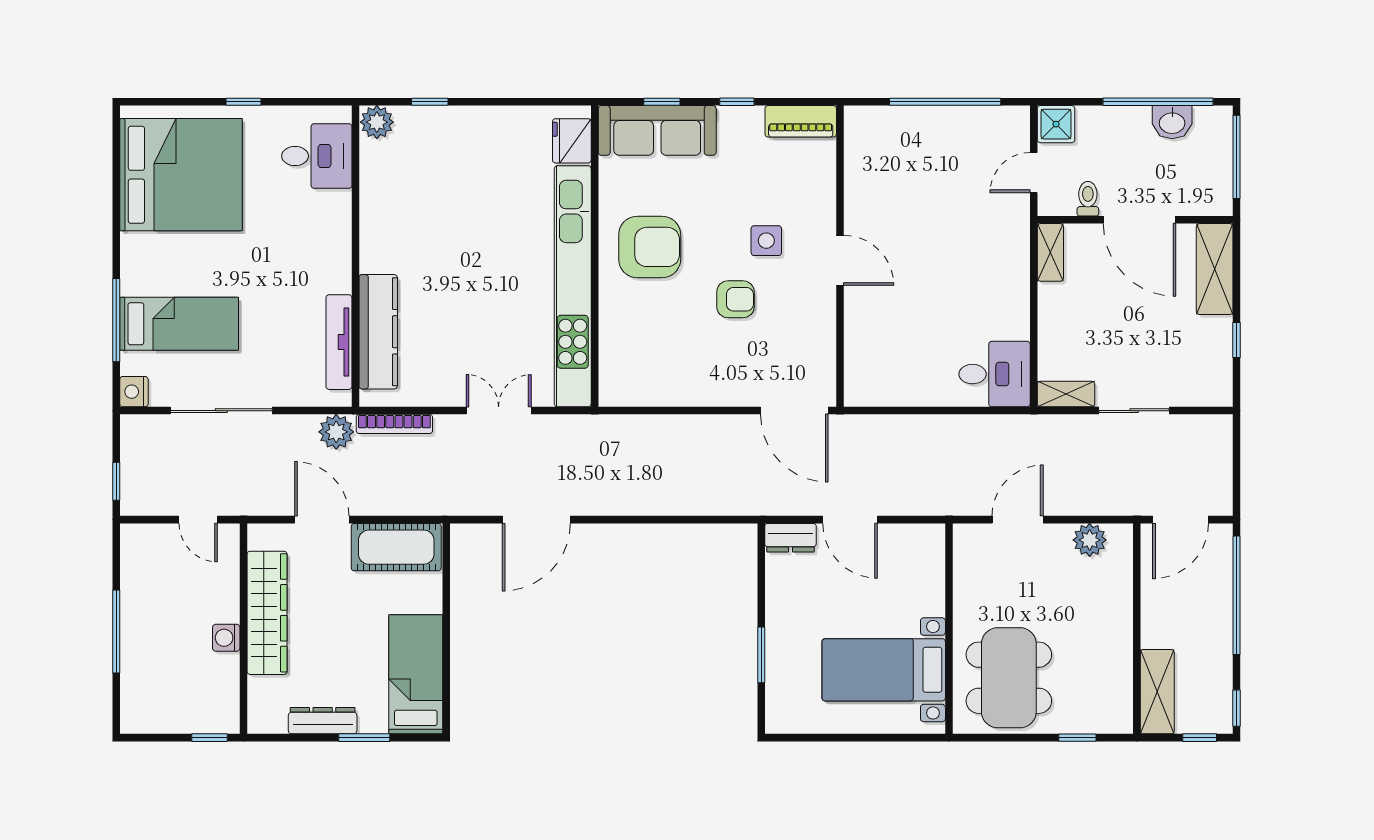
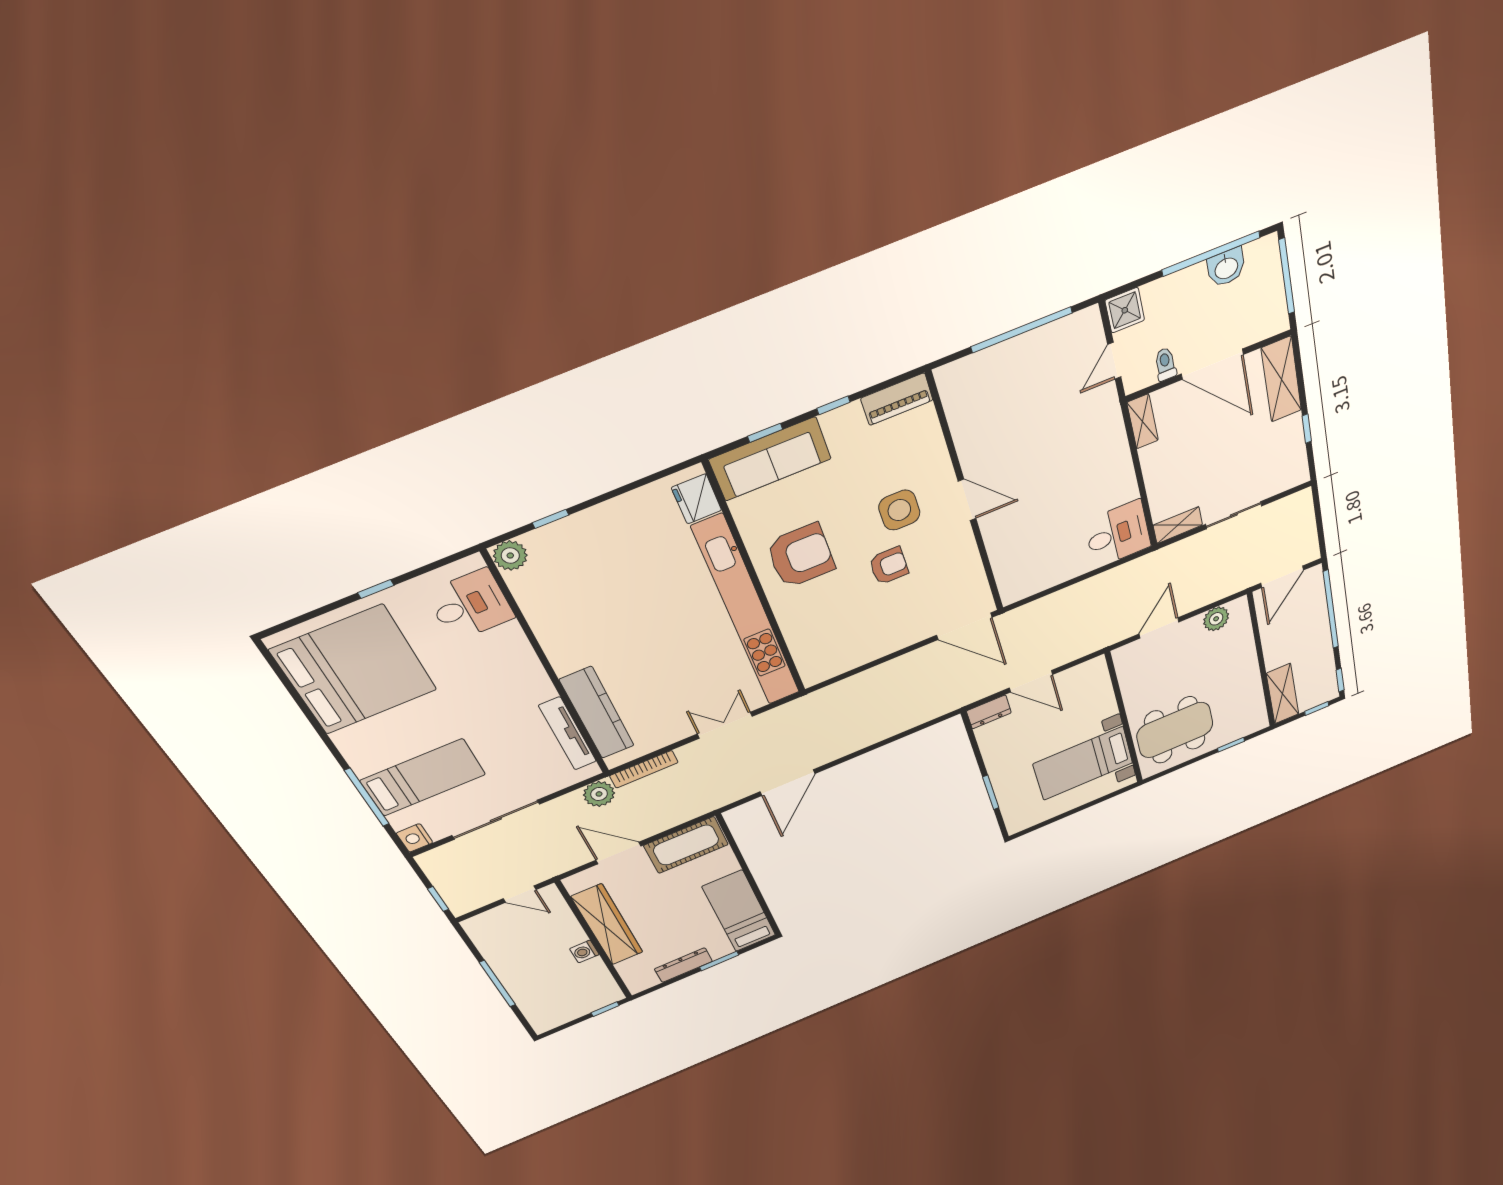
side table: (766, 241) -> (899, 510), width x1.37, depth x1.37
dining table: (1009, 678) -> (1175, 730), turned 90

